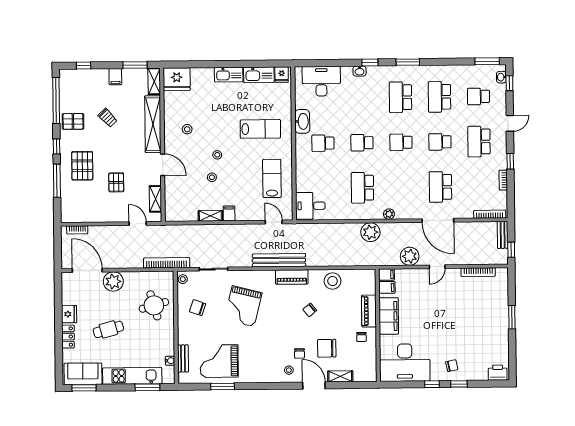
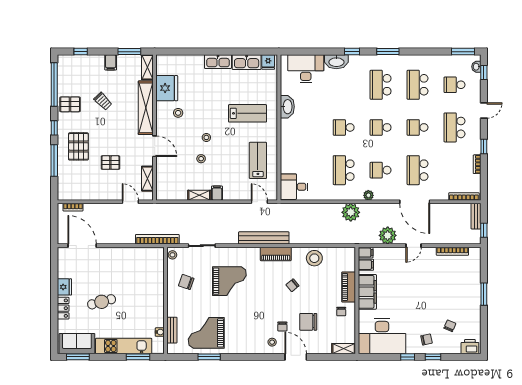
washbasin: (360, 71) -> (336, 62), width x1.91, depth x1.45
fridge: (177, 79) -> (167, 88), moved, turned -90
school desk: (323, 143) -> (381, 170), moved
pallet: (116, 182) -> (110, 163), turned 90
plant: (113, 281) -> (107, 256), removed
round table: (154, 305) -> (145, 279), removed
grand piano: (243, 306) -> (229, 281), turned -104
chair: (476, 351) -> (450, 326), added
shelving: (340, 376) -> (344, 349), moved

